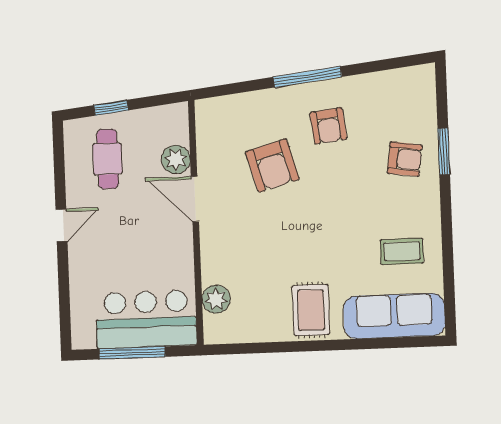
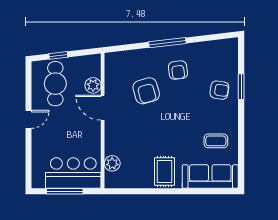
cafe table: (108, 159) -> (55, 84), width x1.37, depth x1.35

